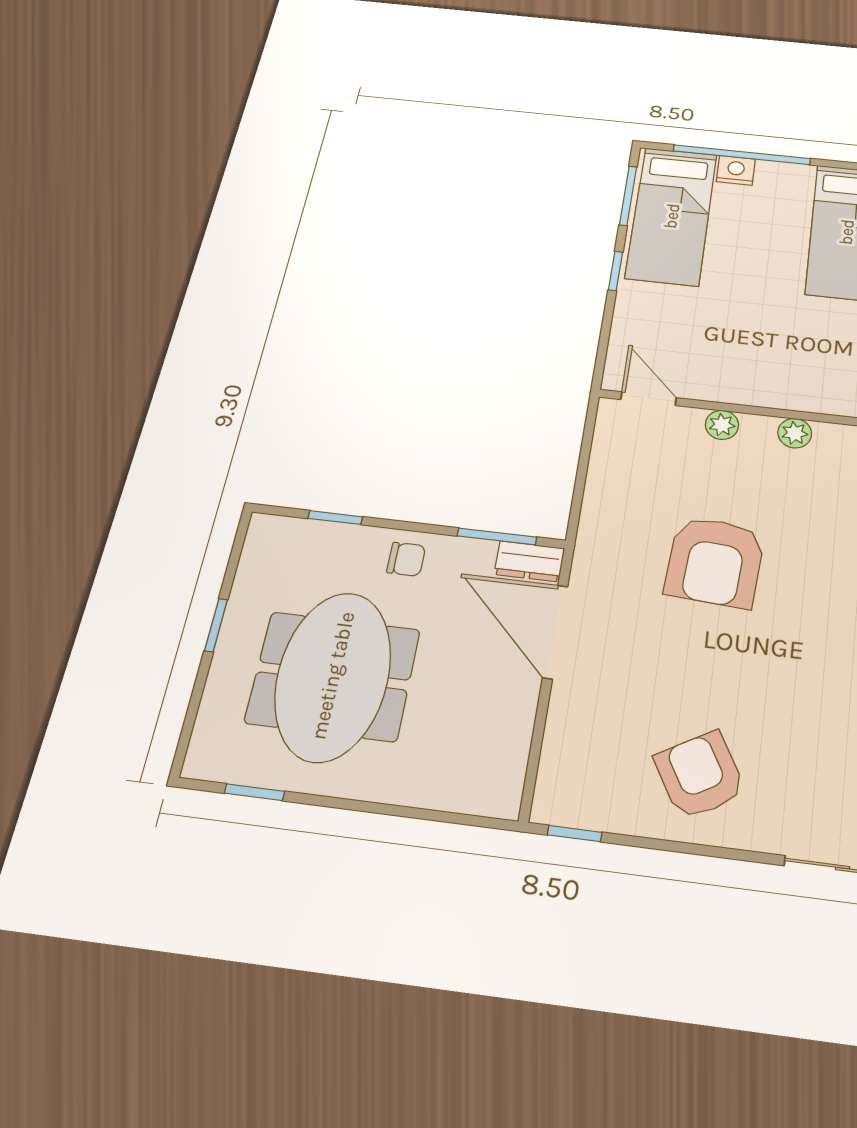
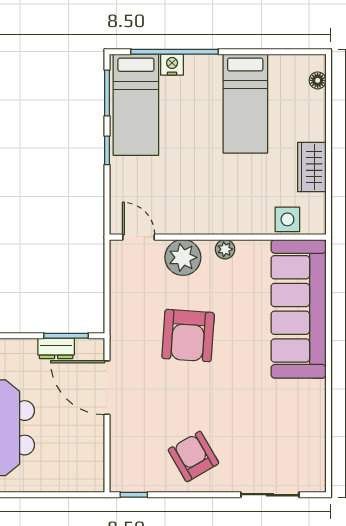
plant: (722, 425) -> (183, 257), width x1.87, depth x1.87
chair: (406, 559) -> (18, 356), removed
dresser: (529, 561) -> (56, 348), moved

